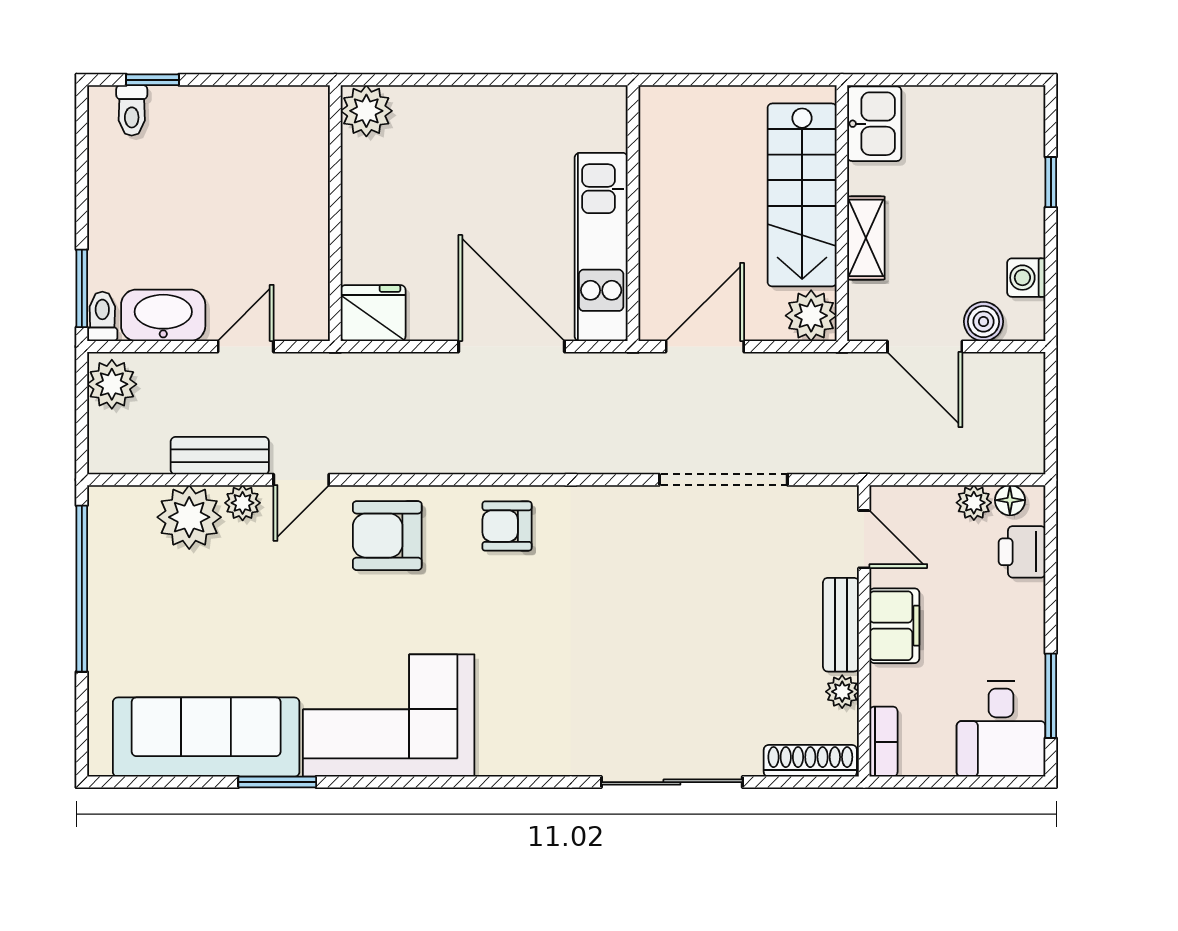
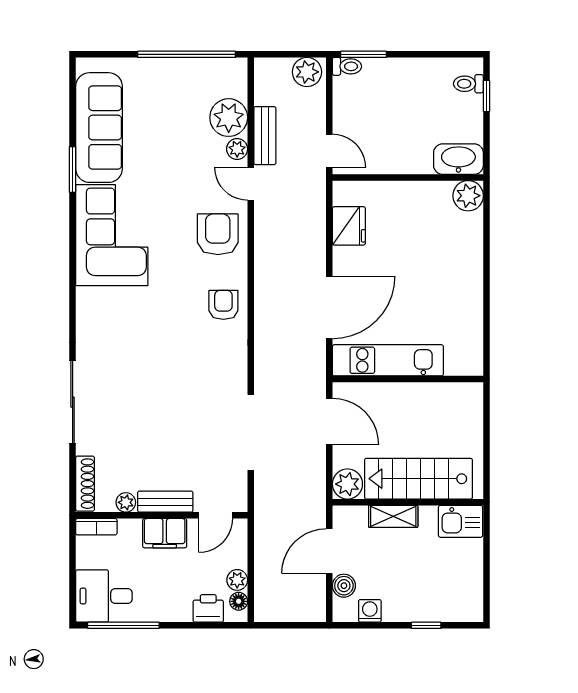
plant: (366, 111) -> (468, 196), moved
wall: (335, 213) -> (408, 177), moved
washbasin: (163, 315) -> (458, 159), moved, turned -90
window: (1051, 696) -> (123, 625), width x1.44

